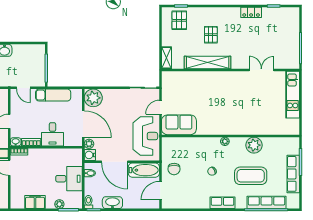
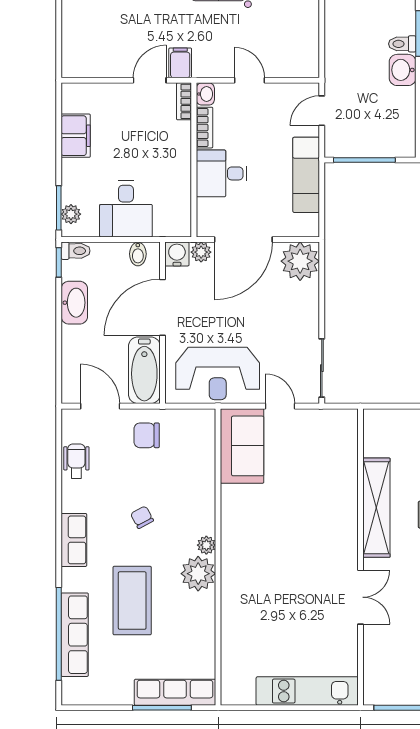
shelving: (167, 58) -> (386, 419), removed
double door: (261, 70) -> (360, 597), moved
plant: (254, 145) -> (198, 574), moved
row of seats: (293, 174) -> (175, 692), moved
wheelchair: (186, 202) -> (76, 461), added
plant: (59, 204) -> (71, 214), moved

